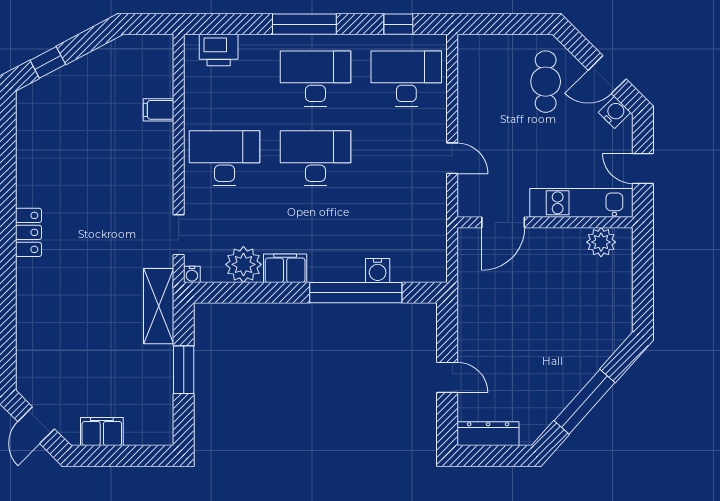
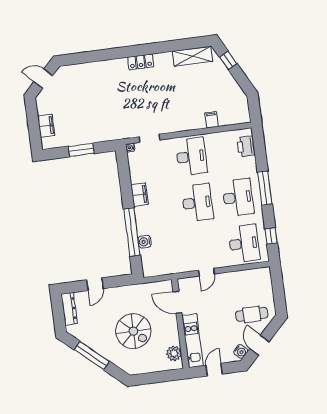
plant: (243, 264) -> (139, 173), removed
shelving: (159, 306) -> (192, 56), moved
spiral stairs: (548, 315) -> (133, 331), added
filing cabinet: (102, 432) -> (46, 126), moved

